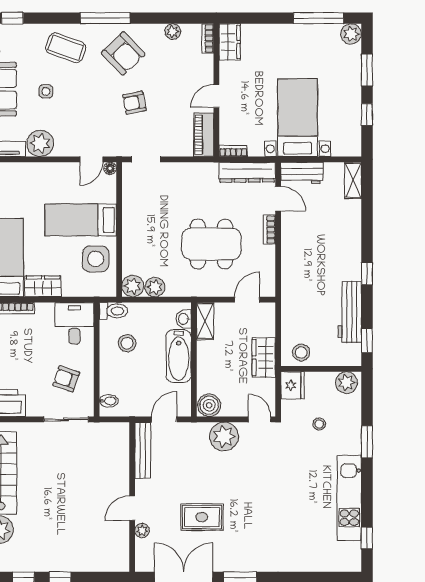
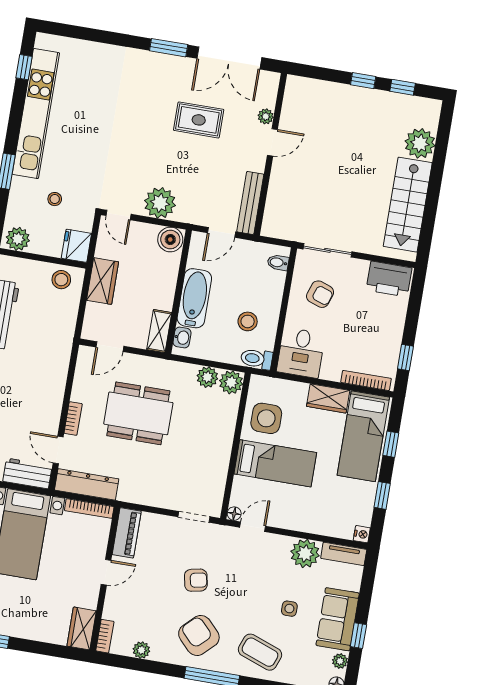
bookcase: (233, 151) -> (89, 509), width x1.56
kitchen unit: (349, 498) -> (36, 114), width x1.36

